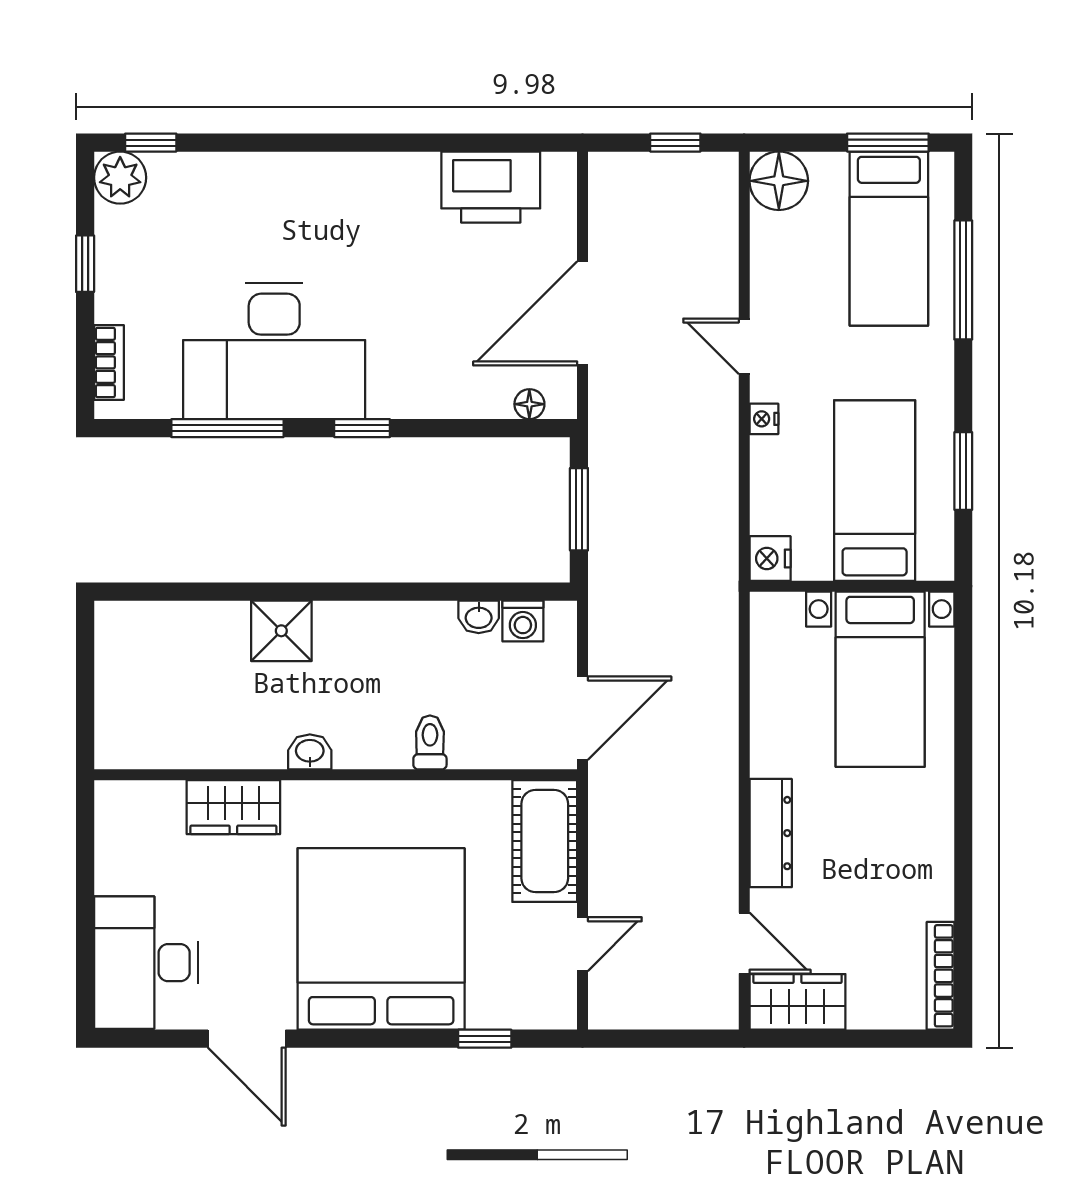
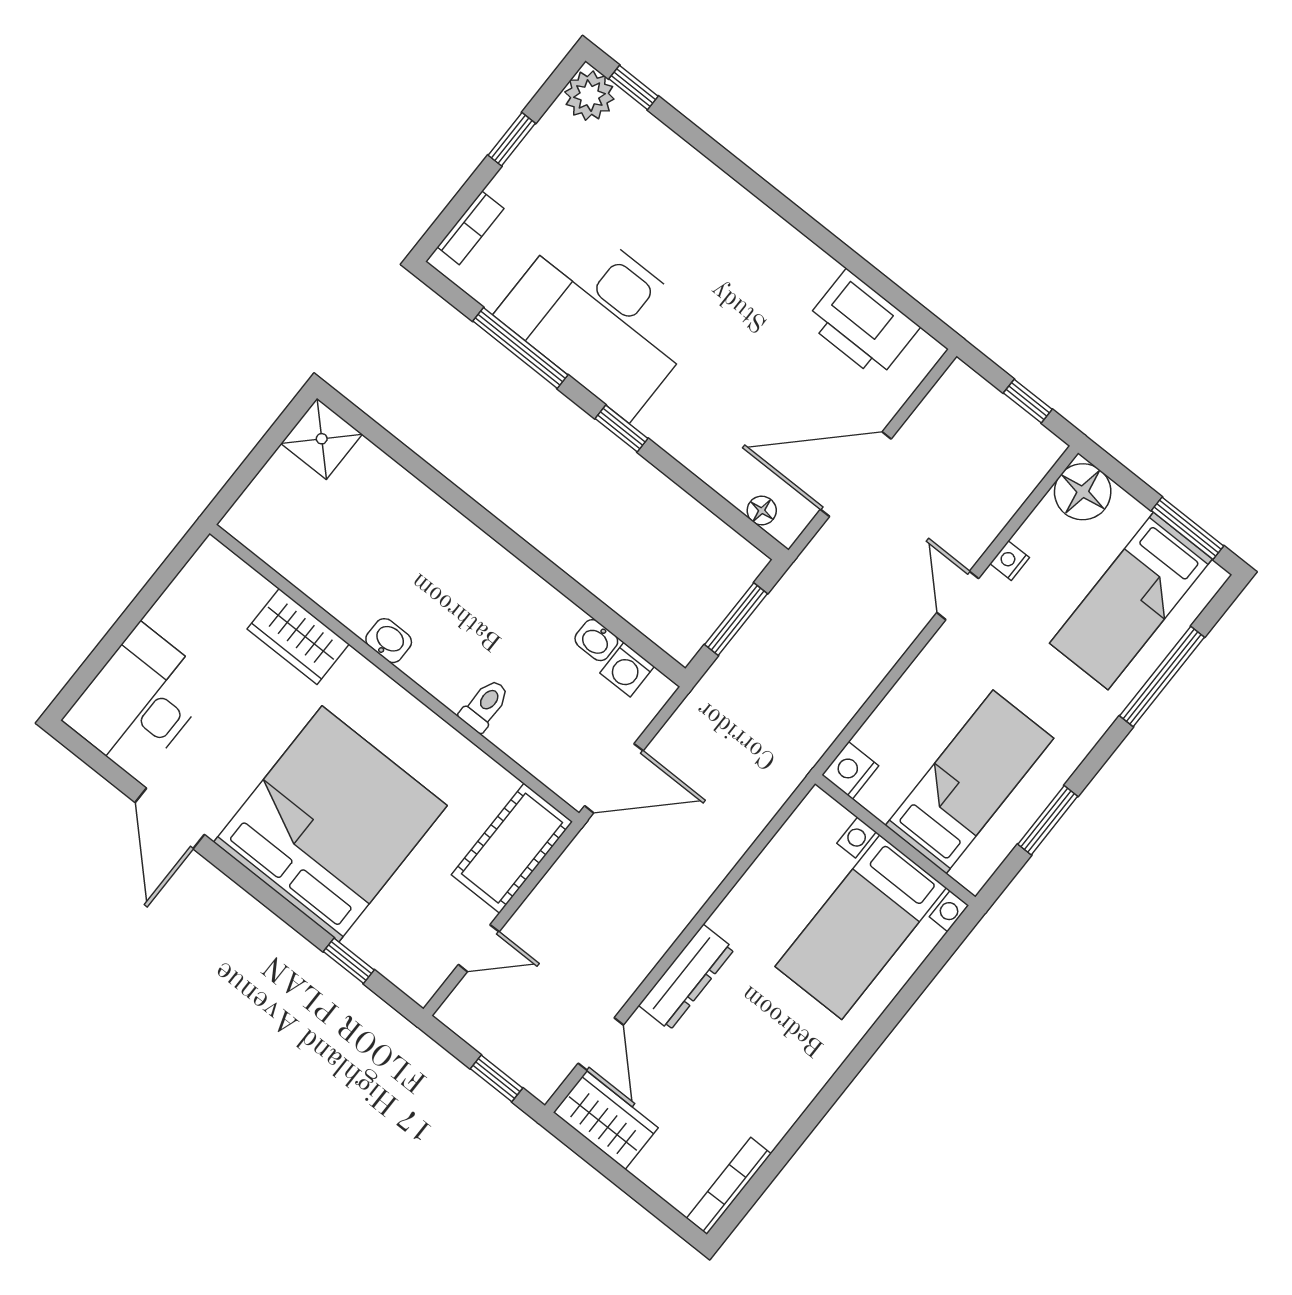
nightstand: (764, 419) -> (1010, 561), moved
shower: (281, 631) -> (322, 439), moved
window: (682, 1039) -> (497, 1078), added

